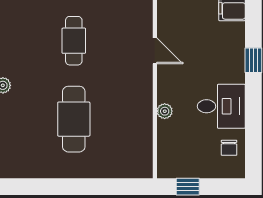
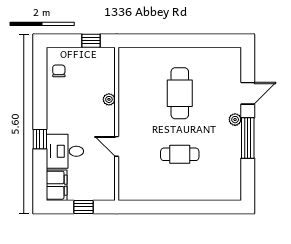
cafe table: (74, 41) -> (180, 154), turned 90
desk: (221, 106) -> (65, 151), moved

